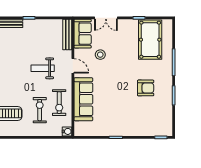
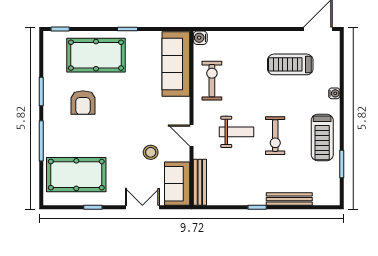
pool table: (150, 40) -> (76, 175), turned 90
armchair: (146, 88) -> (83, 103), turned -90
sofa: (83, 99) -> (176, 64), moved
exercise bike: (40, 110) -> (275, 136), moved
pool table: (137, 120) -> (96, 55), added

